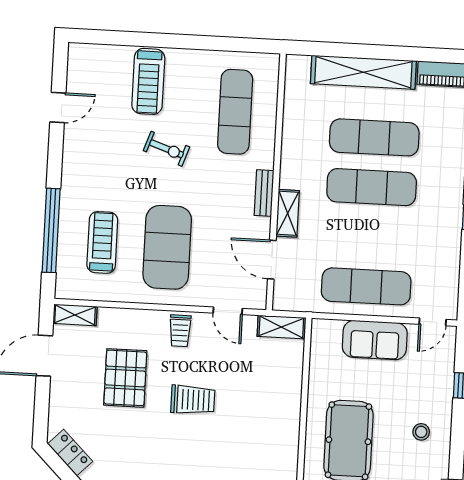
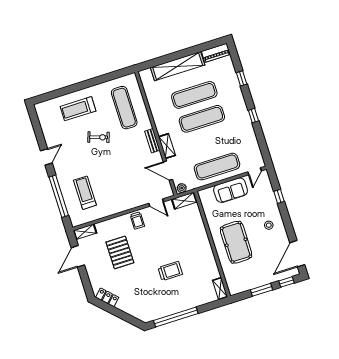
treadmill: (148, 81) -> (78, 109), turned 90
door: (58, 108) -> (46, 157), moved
exercise mat: (167, 247) -> (116, 183), removed
plant: (285, 302) -> (182, 188), added
trolley: (193, 400) -> (170, 271), moved

